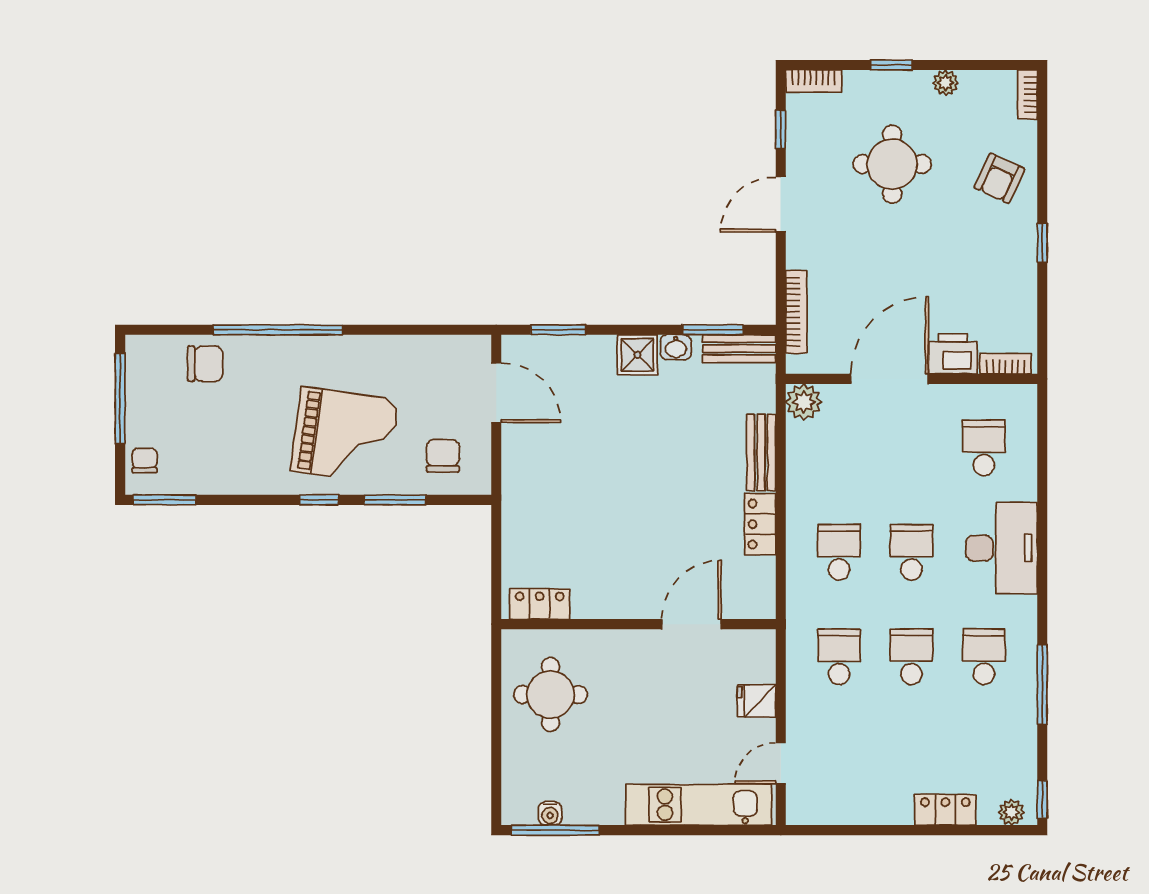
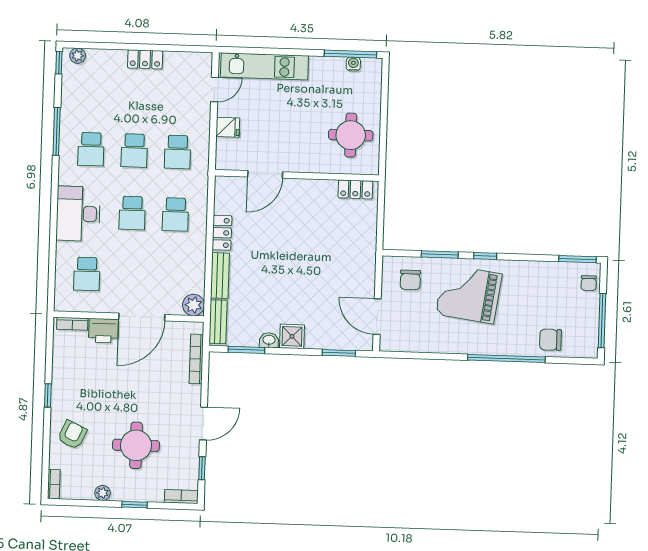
bench: (739, 349) -> (218, 322), moved, turned 90
locker: (945, 810) -> (145, 59), moved

